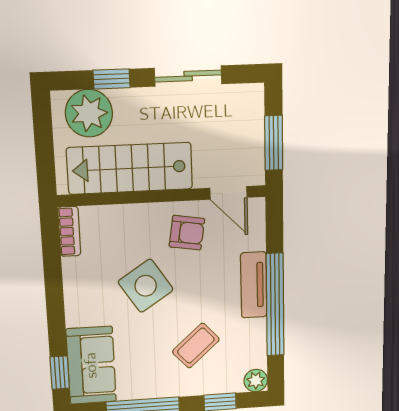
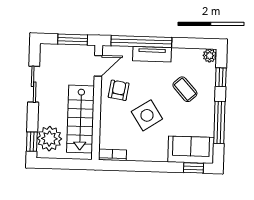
window: (111, 79) -> (32, 142), moved
window: (275, 305) -> (141, 42), moved

